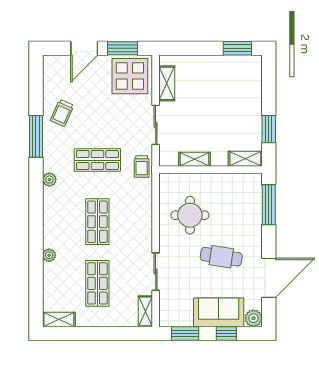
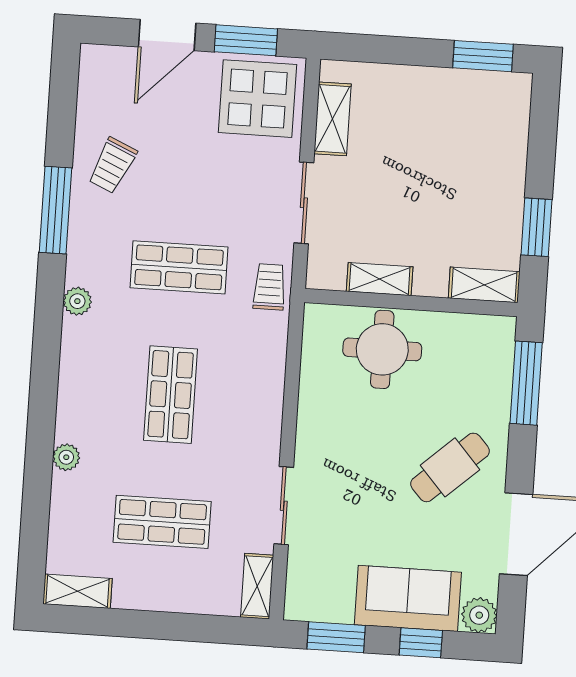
trolley: (142, 167) -> (269, 287), turned 180
round table: (190, 215) -> (382, 349), moved
cafe table: (221, 257) -> (450, 467), moved, turned -51
shop shelf: (97, 283) -> (162, 522), turned 90

